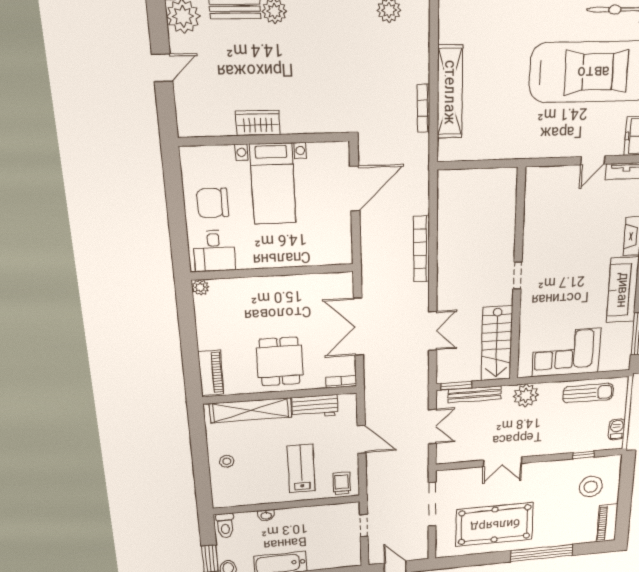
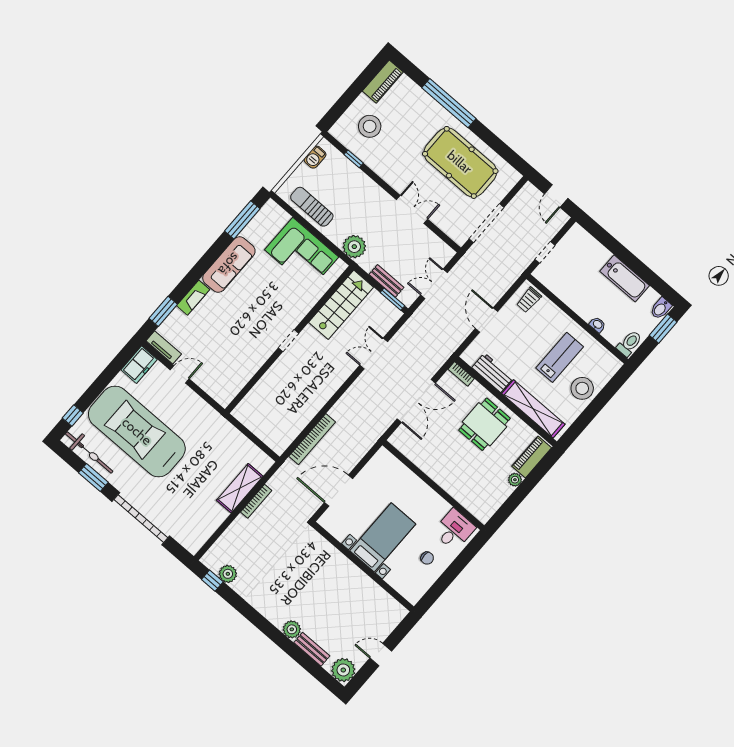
shelving: (450, 92) -> (240, 488), width x0.68
wardrobe: (258, 123) -> (358, 579), removed
chair: (213, 203) -> (427, 558), width x0.54, depth x0.54
bookcase: (422, 249) -> (312, 439), moved
plant: (200, 287) -> (515, 480), moved
bench: (475, 394) -> (386, 281), width x0.73
stool: (227, 461) -> (582, 388), width x1.89, depth x1.89
lab bench: (301, 469) -> (560, 357), moved, turned 180

